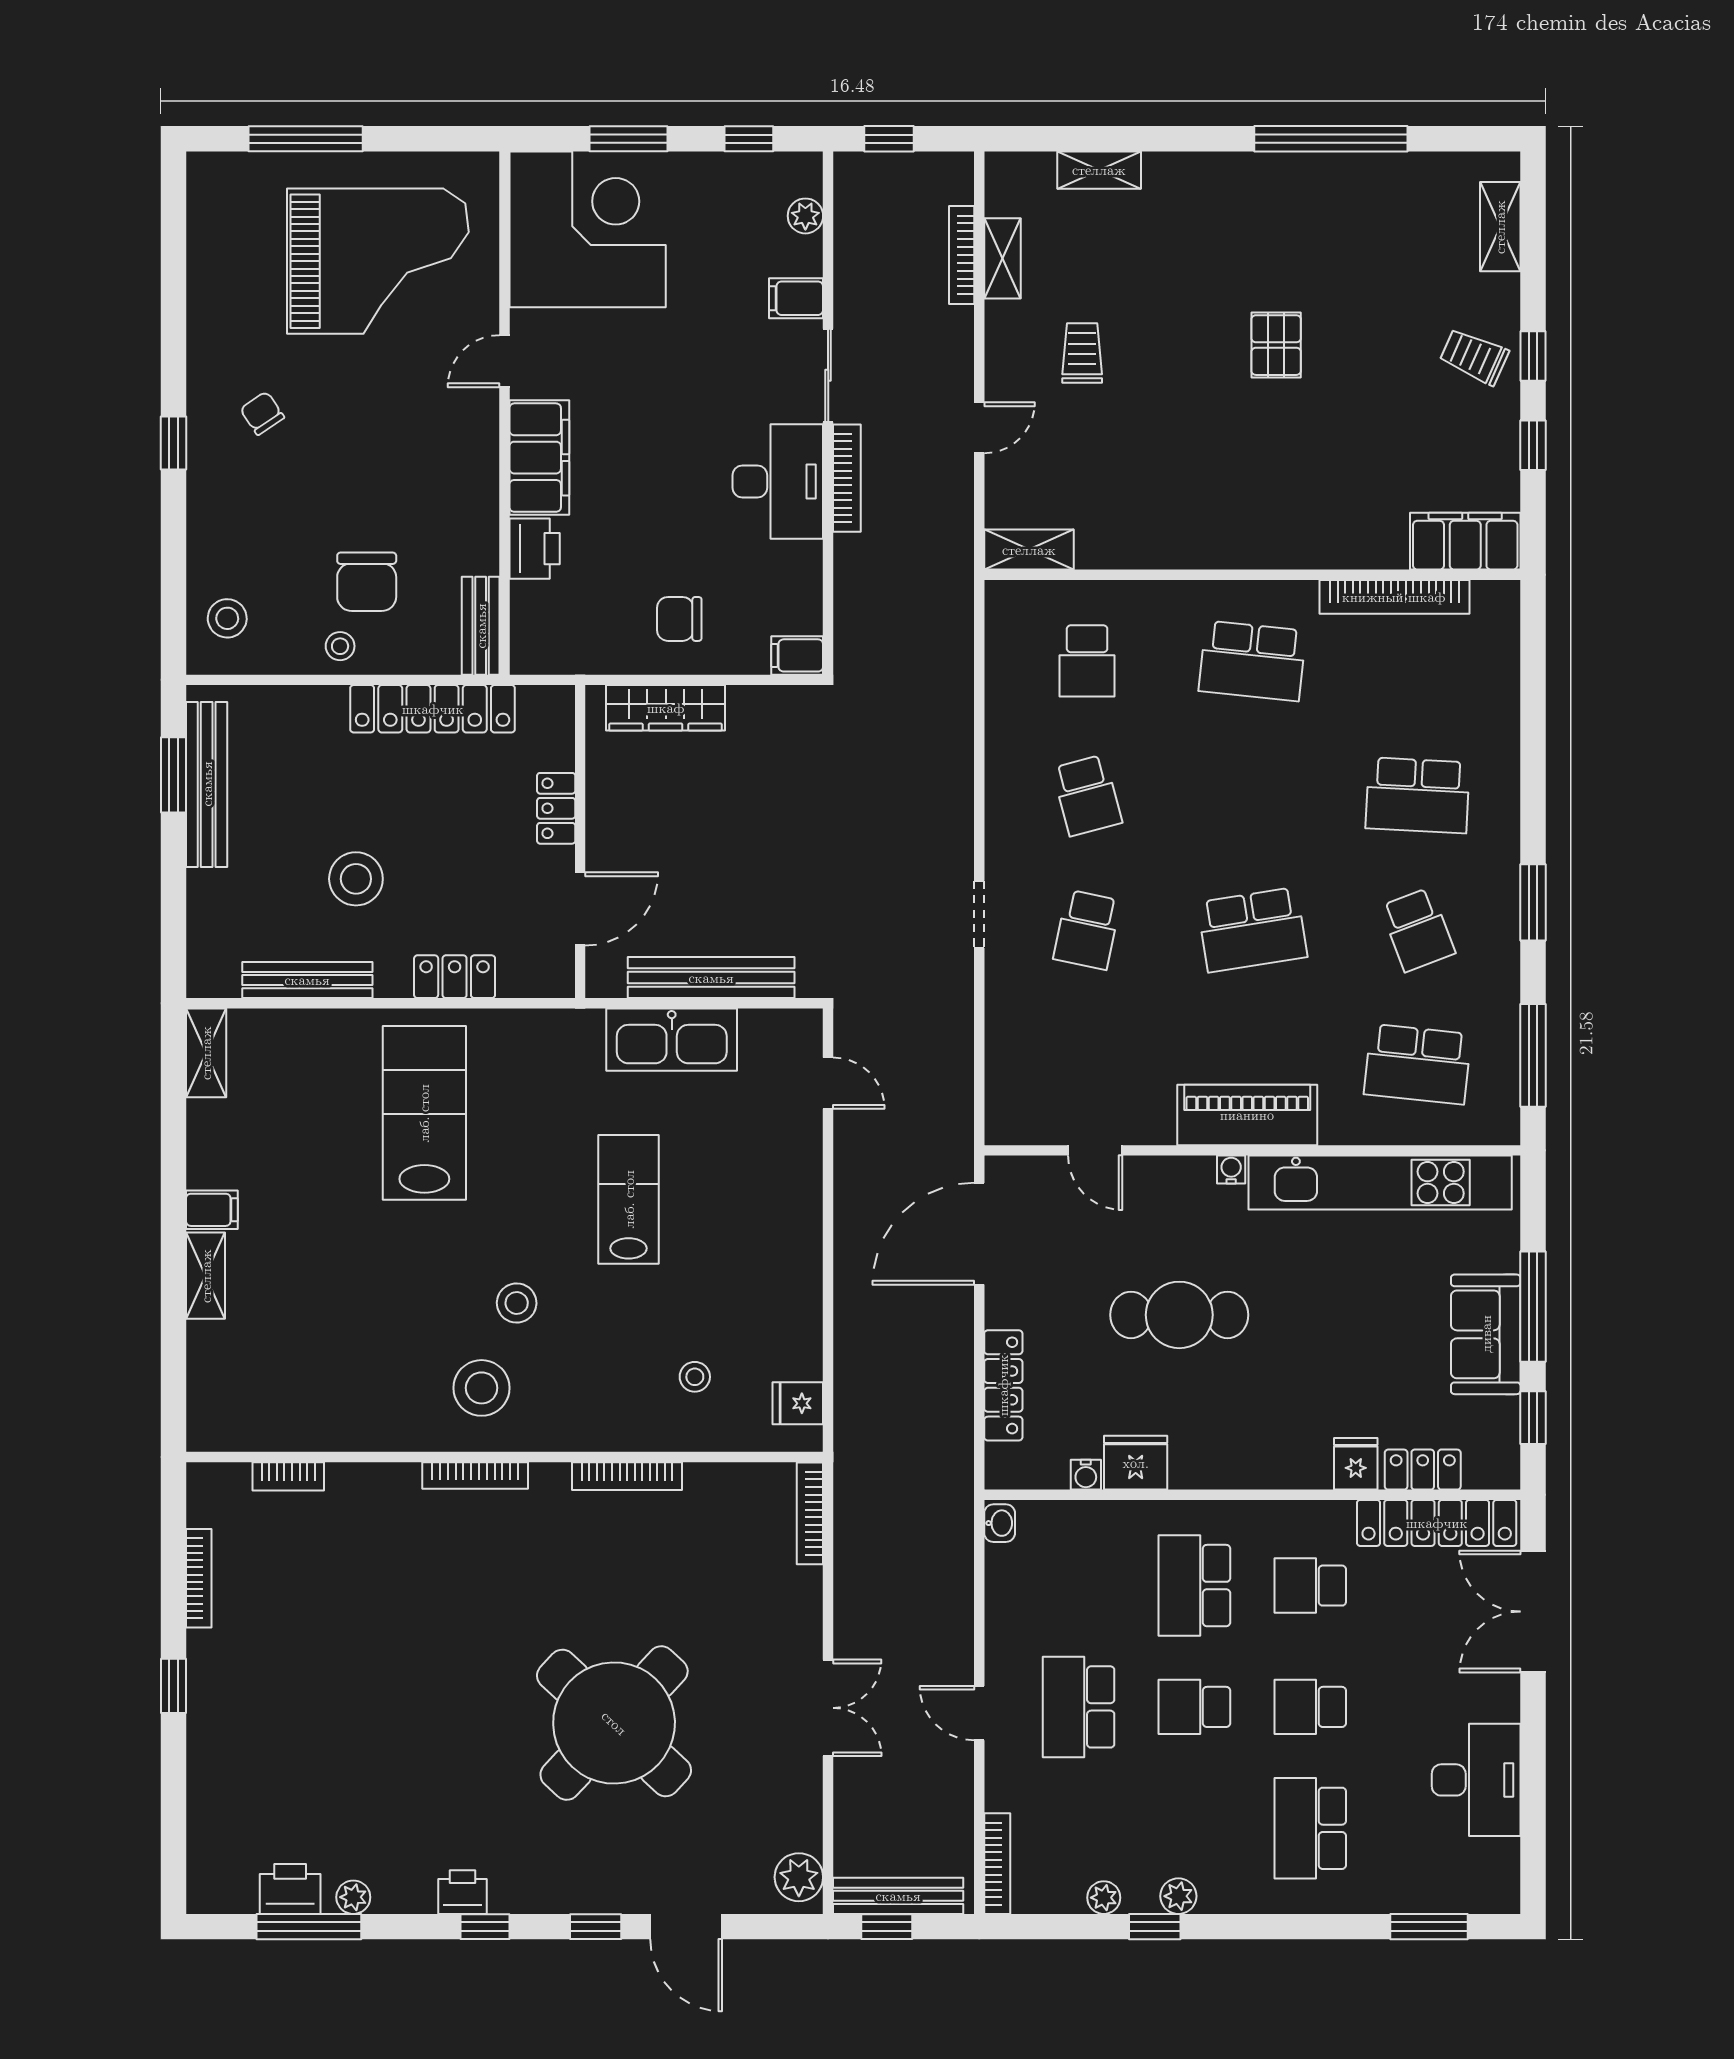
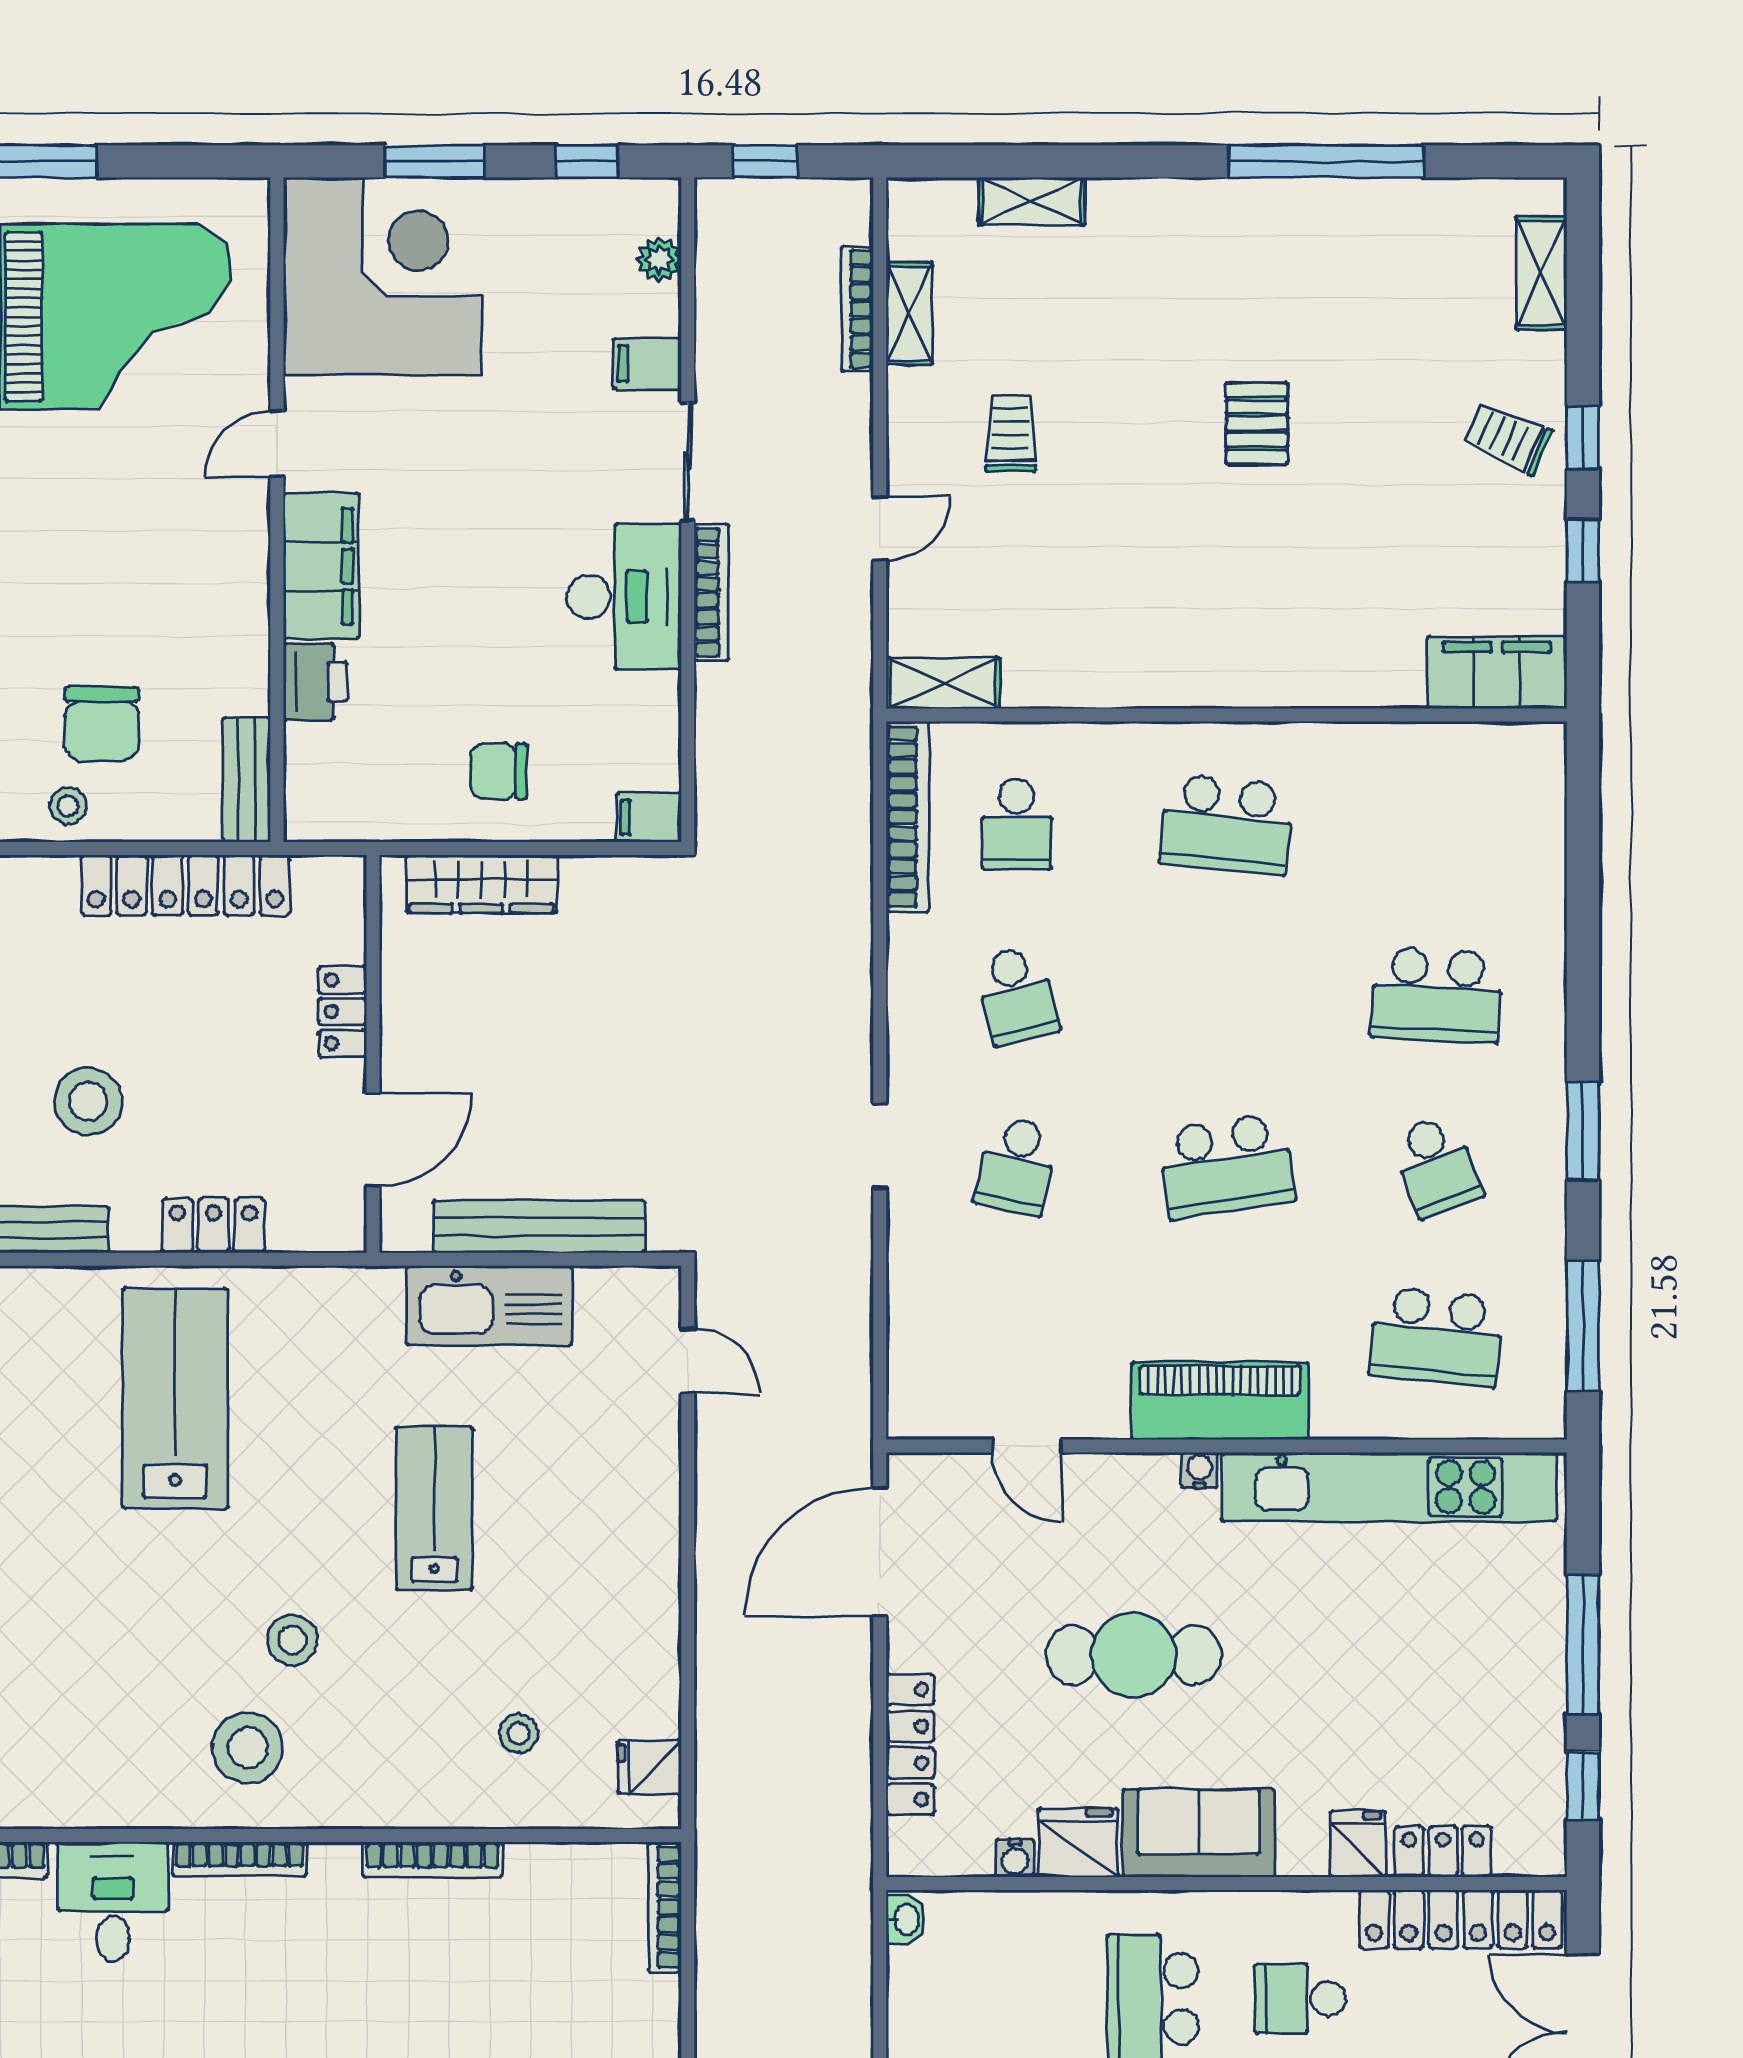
bookcase: (1394, 597) -> (908, 817), moved, turned -90
sofa: (1486, 1334) -> (1199, 1833), moved, turned 90
desk: (375, 1509) -> (113, 1902), added

